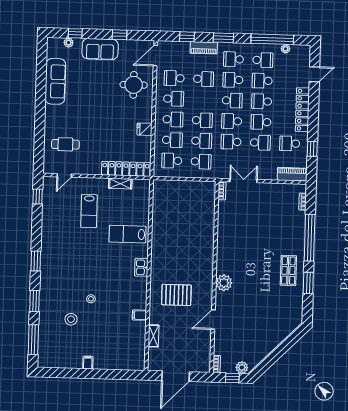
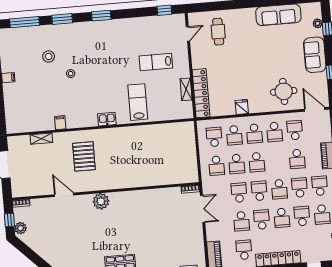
school desk: (262, 101) -> (282, 218), turned 180
door: (64, 175) -> (188, 34), swing flipped

